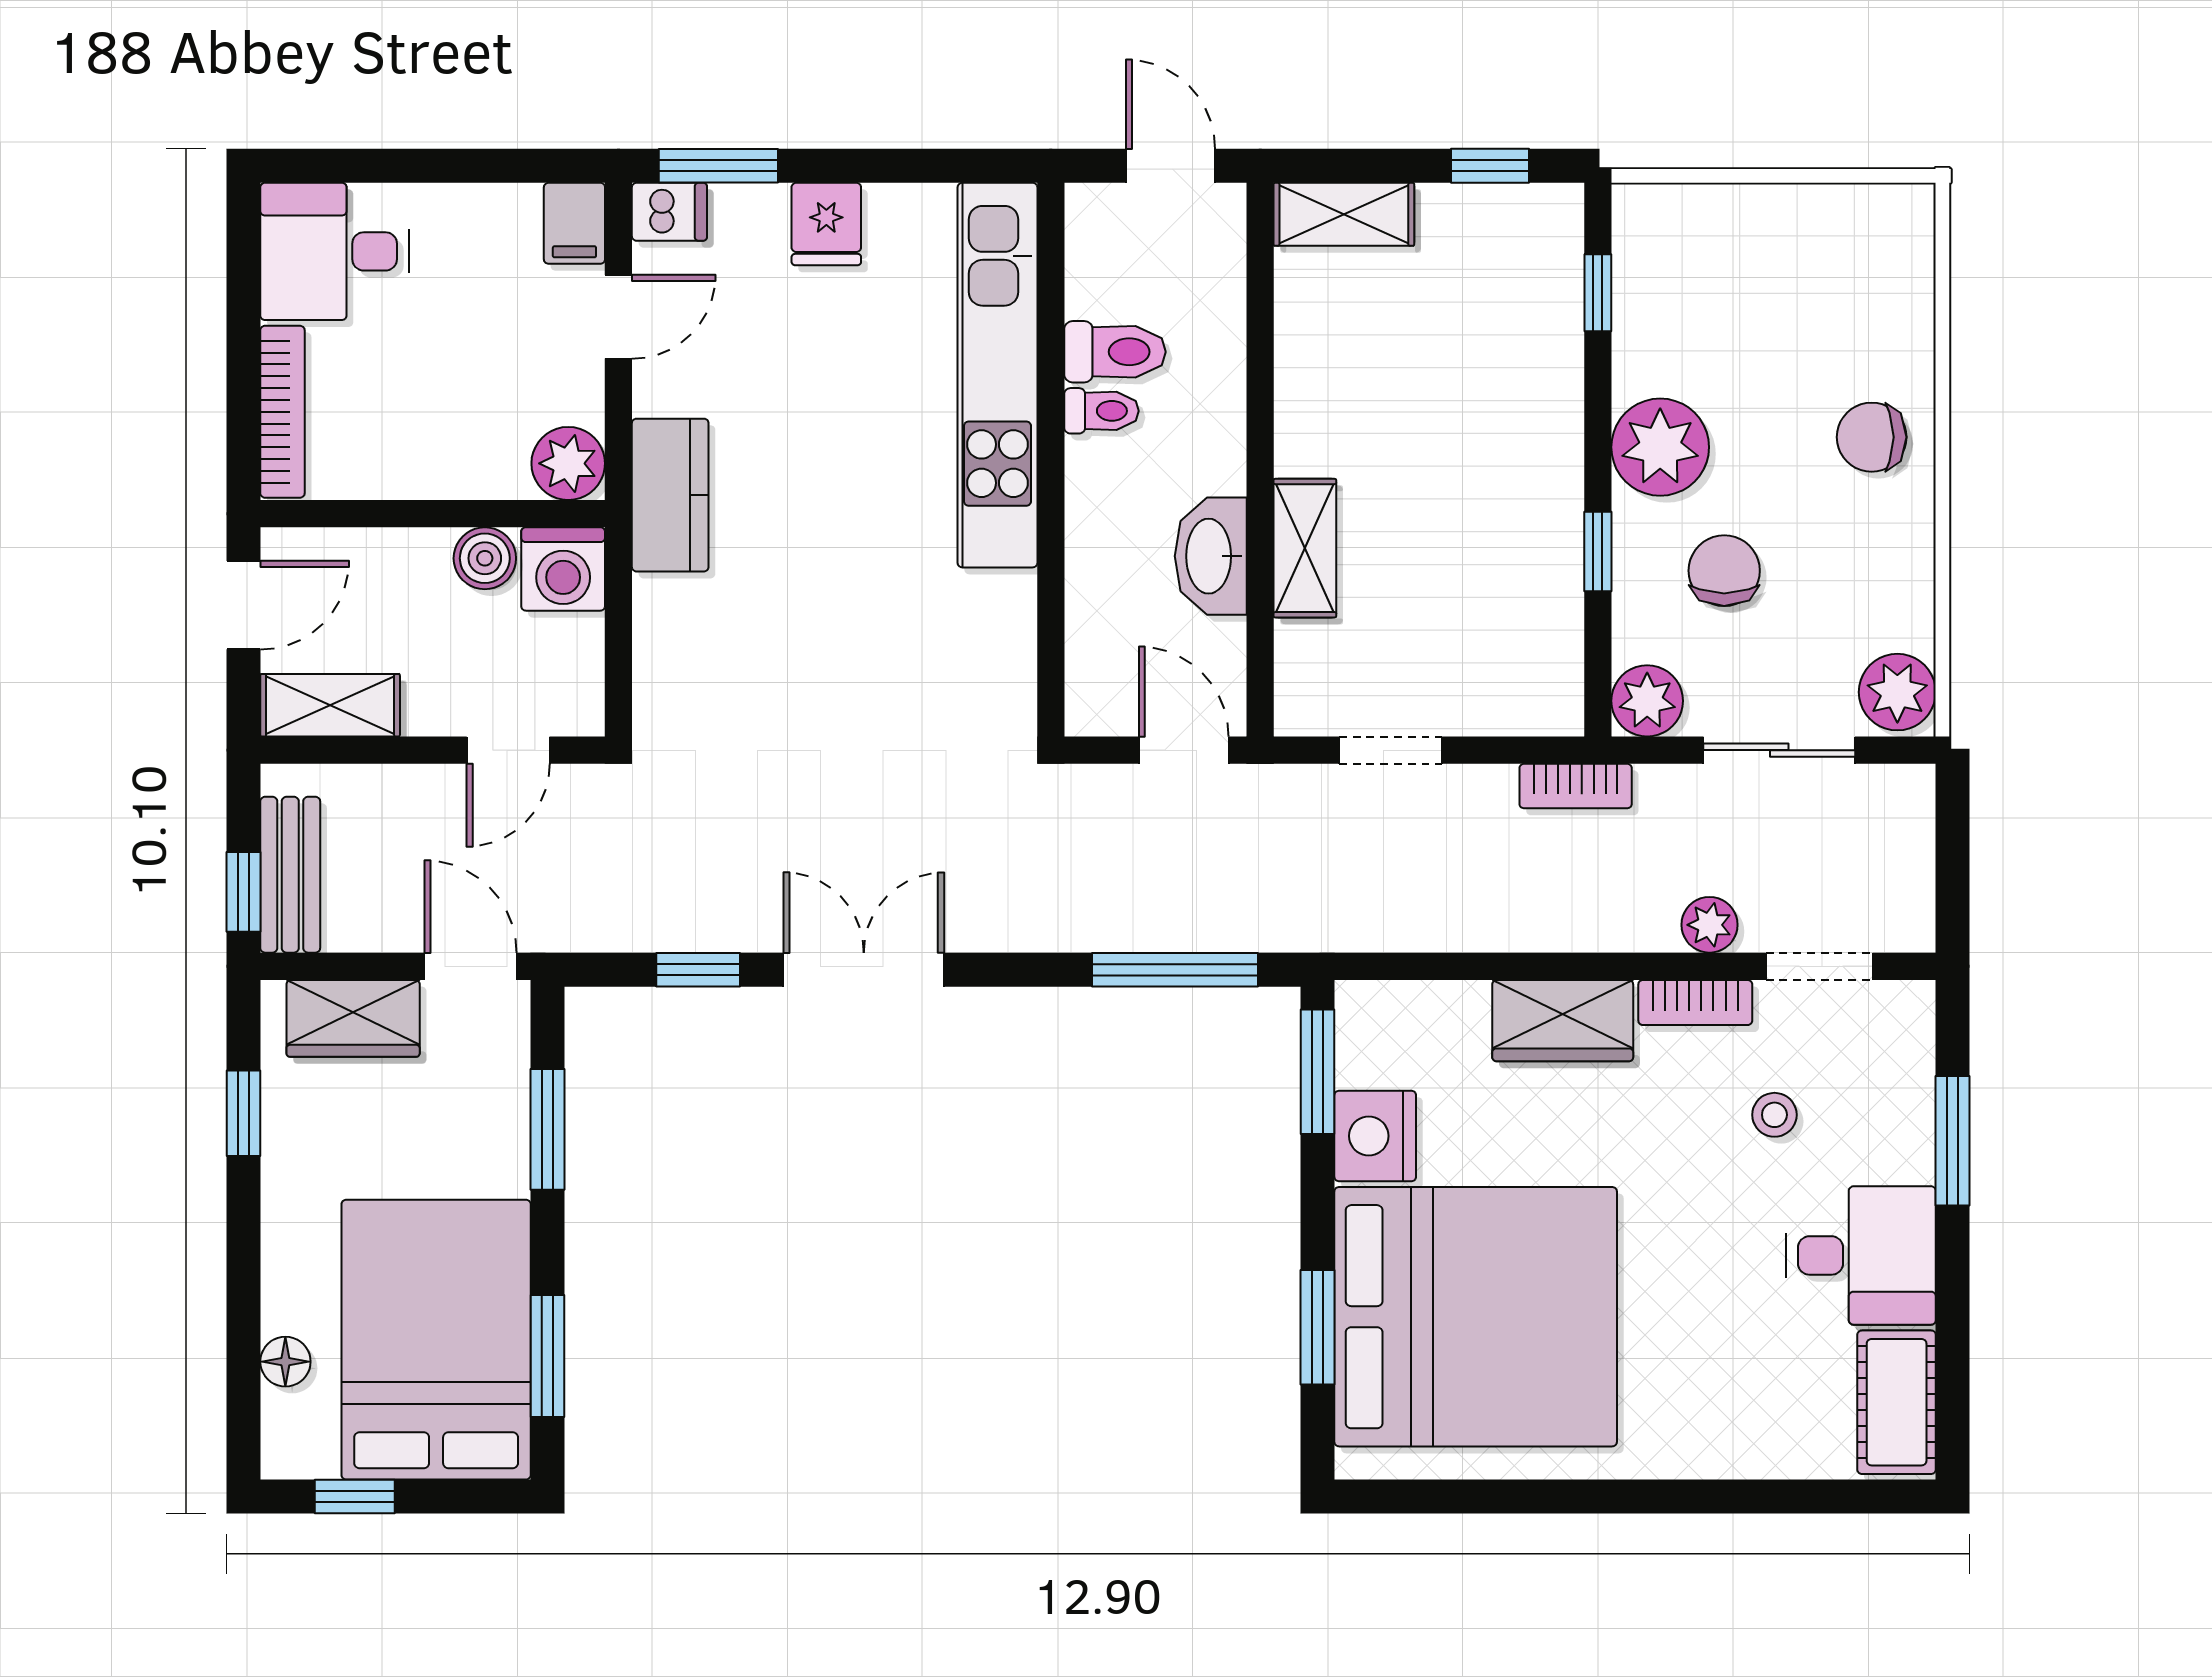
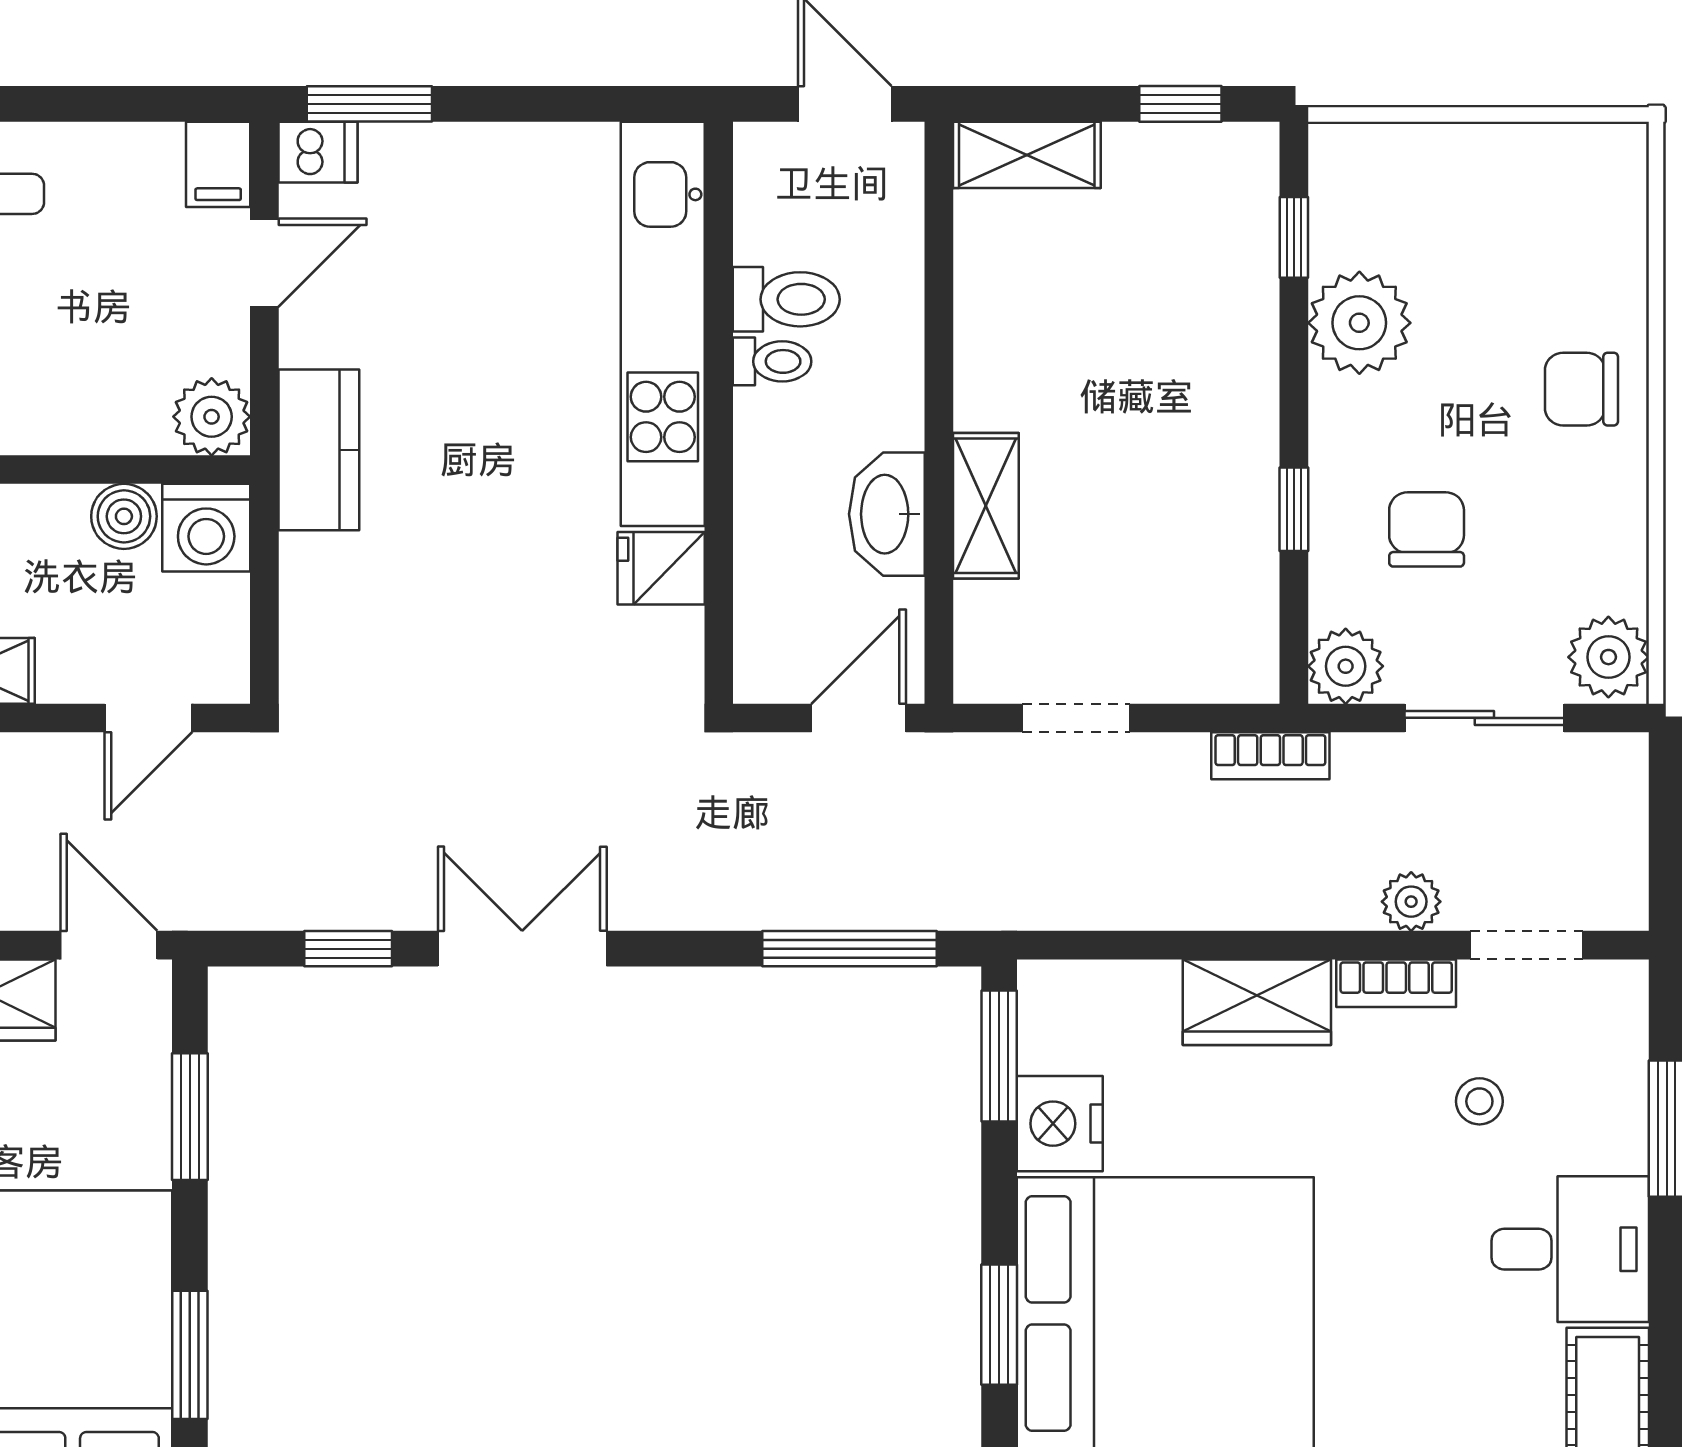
fridge: (826, 224) -> (661, 568), moved, turned 90
plant: (1660, 447) -> (1359, 323), moved
door: (1184, 750) -> (859, 718), hinge flipped

